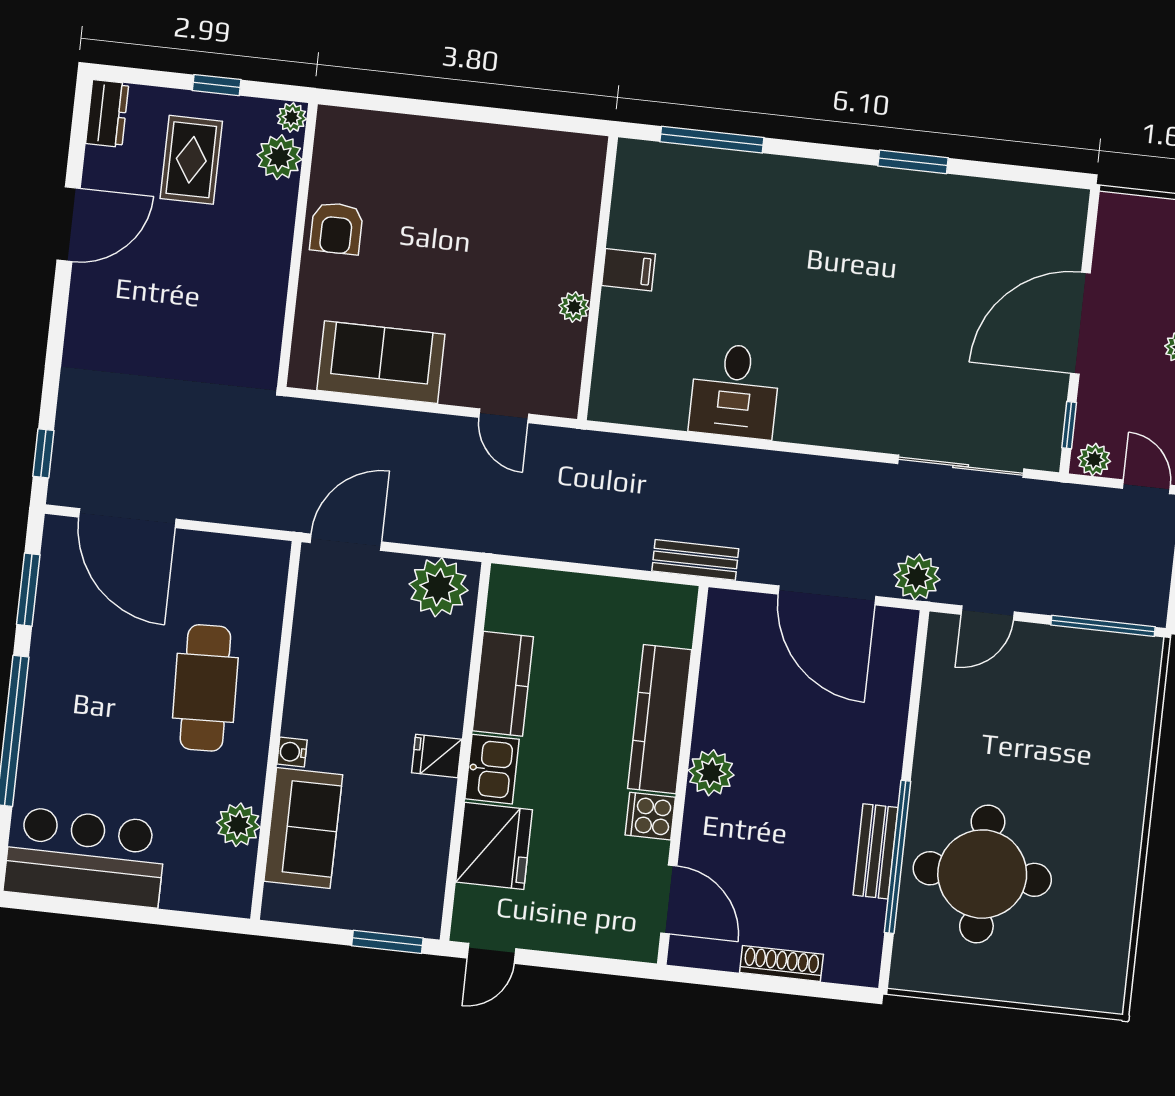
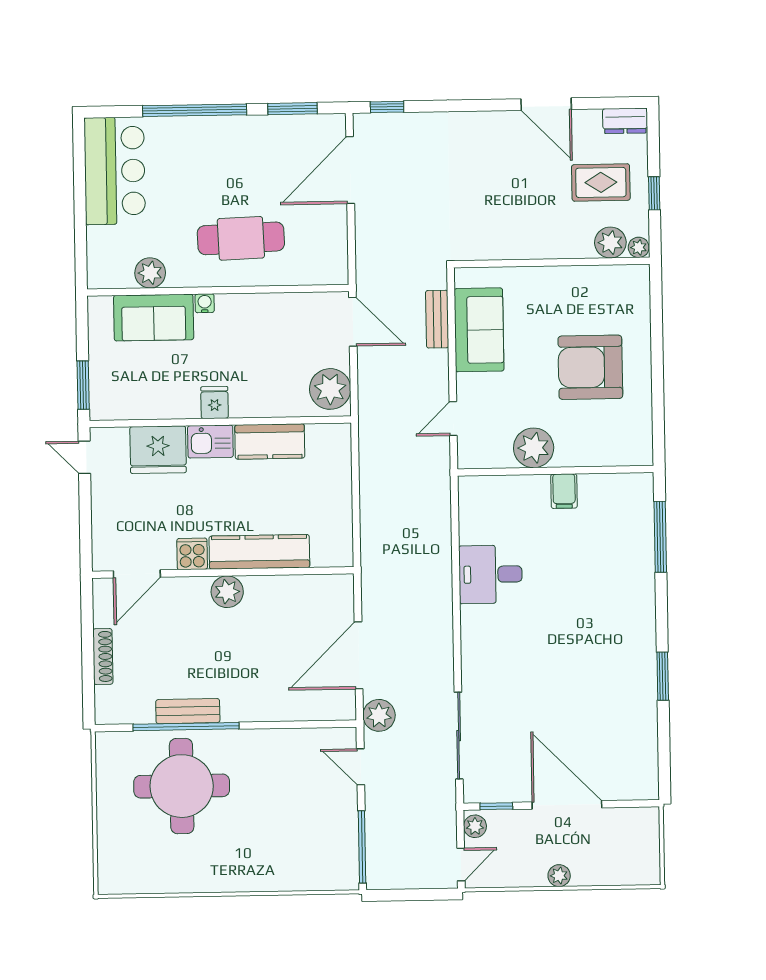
armchair: (337, 228) -> (590, 367), moved, width x1.88, depth x1.88
plant: (574, 307) -> (534, 448), width x1.87, depth x1.87
bench: (695, 560) -> (437, 319), moved

